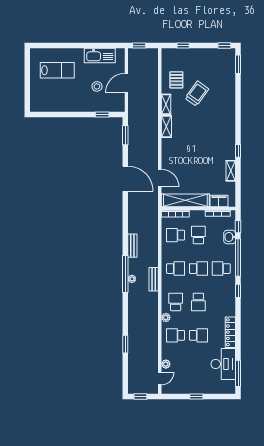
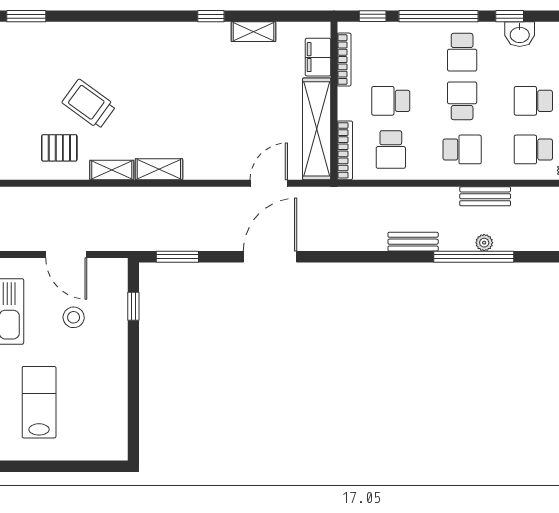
washbasin: (230, 237) -> (520, 34), moved
school desk: (176, 269) -> (462, 149), turned 90
school desk: (198, 302) -> (533, 101), turned 180

